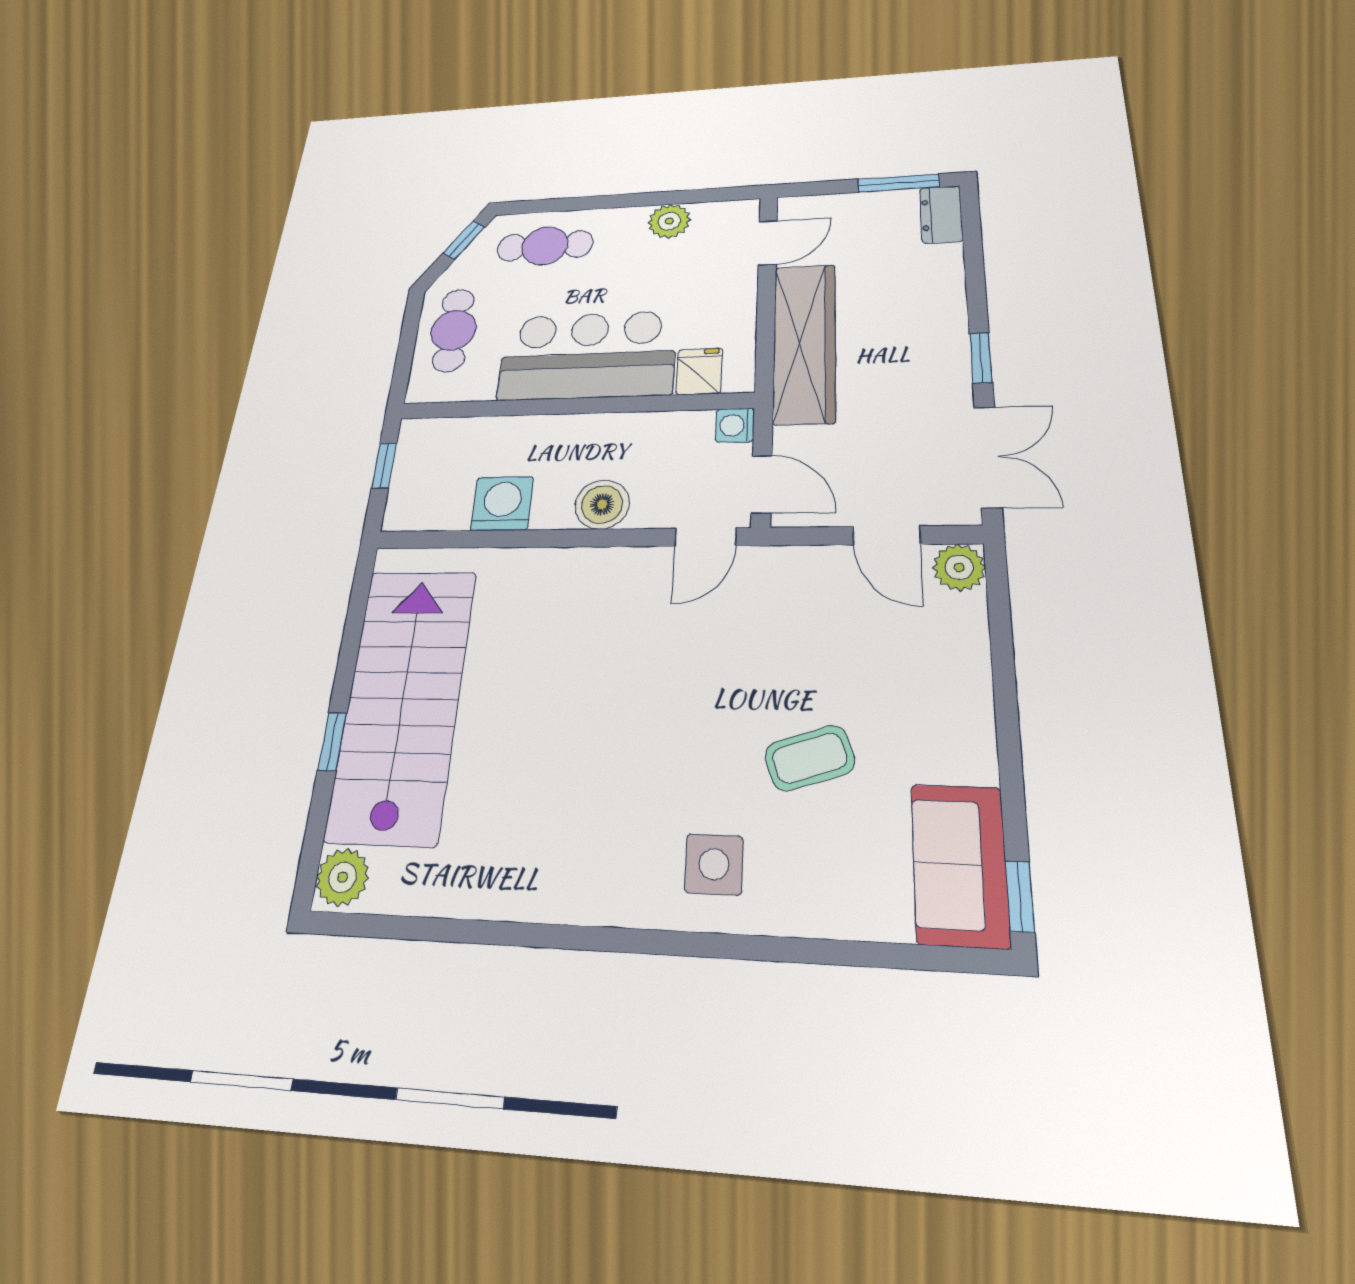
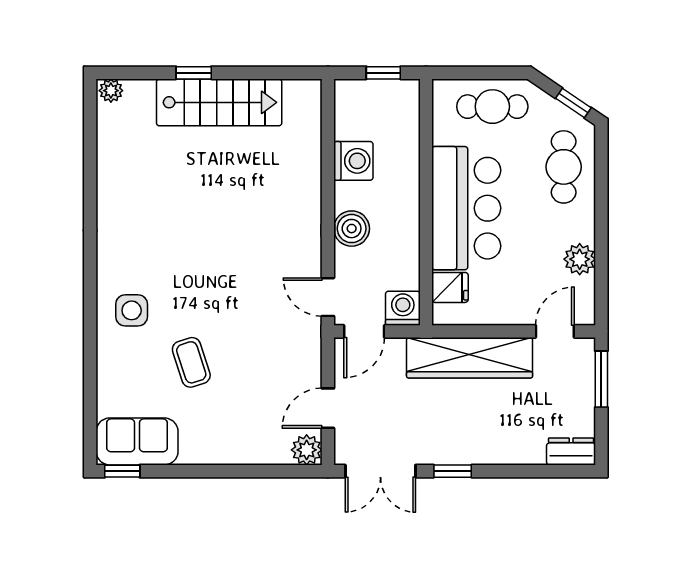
window: (898, 183) -> (601, 379), moved
door: (768, 243) -> (555, 331), swing flipped
washing machine: (735, 425) -> (403, 308), width x1.38, depth x1.38
stairs: (403, 702) -> (219, 102), width x0.73, depth x0.66
plant: (343, 877) -> (111, 91), width x0.73, depth x0.73

